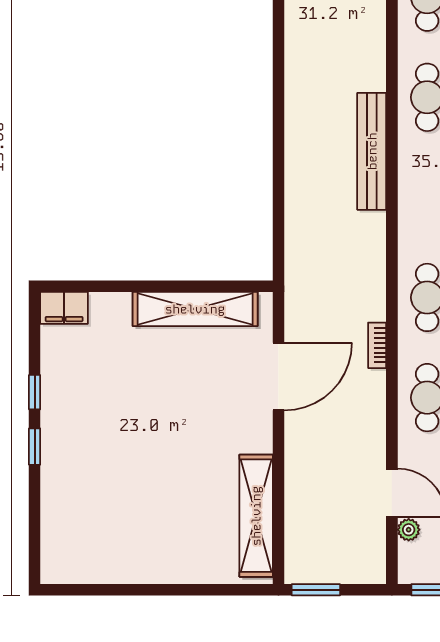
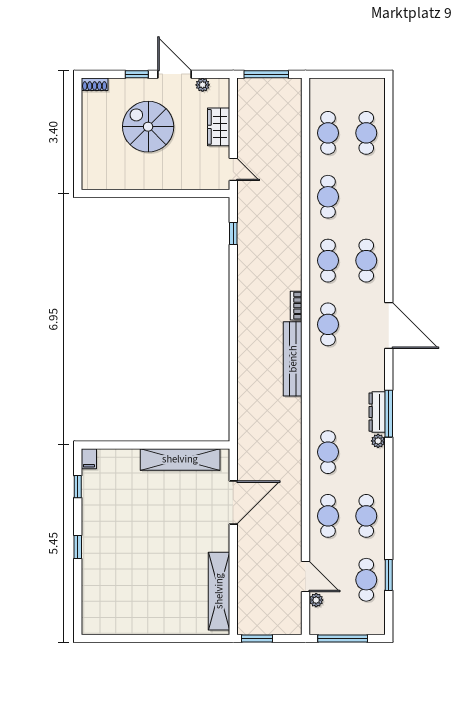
filing cabinet: (64, 308) -> (89, 459), width x0.50
bookcase: (377, 345) -> (296, 306), moved
window: (35, 392) -> (78, 487), moved

